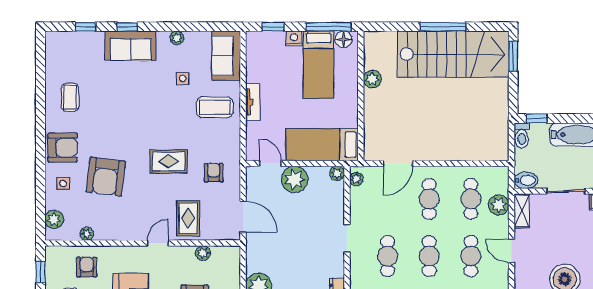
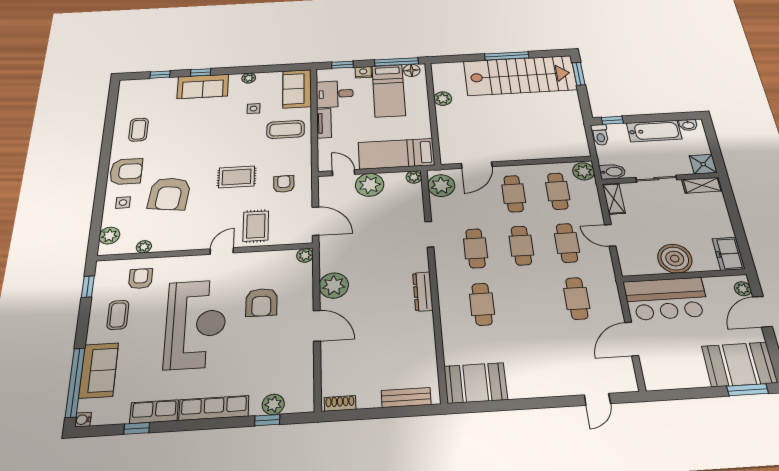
desk: (264, 65) -> (335, 94), added
plant: (356, 179) -> (441, 186), width x1.87, depth x1.87
plant: (499, 205) -> (584, 171), moved
plant: (203, 253) -> (305, 255), moved

